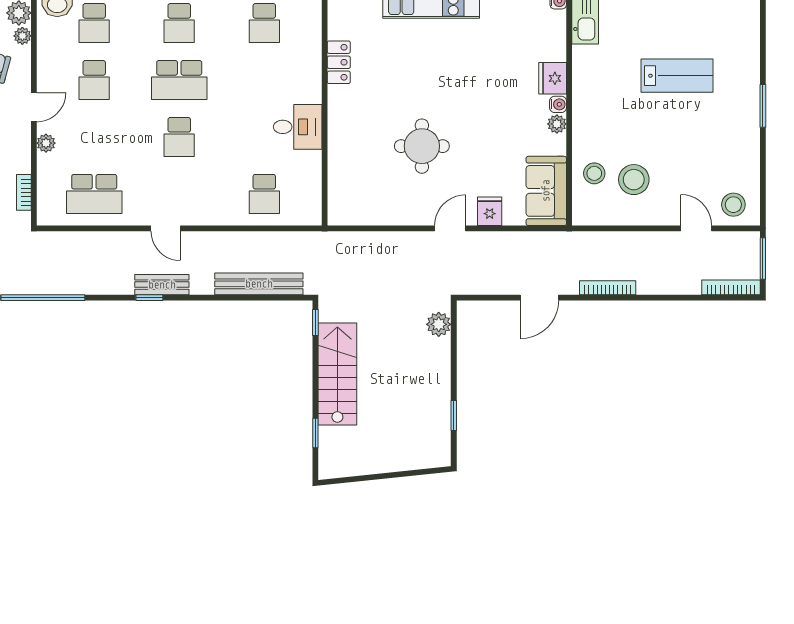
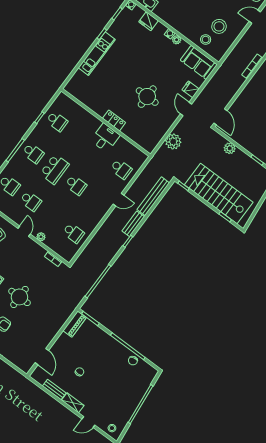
locker: (339, 62) -> (114, 120), moved
fridge: (553, 78) -> (149, 21), moved
school desk: (94, 194) -> (73, 233), width x0.54
door: (166, 228) -> (118, 200), moved
plant: (378, 248) -> (173, 141), added
bench: (162, 285) -> (133, 224), moved
door: (539, 298) -> (221, 117), moved
plant: (439, 324) -> (230, 148), moved
stairs: (337, 374) -> (219, 194), width x1.36, depth x1.51

